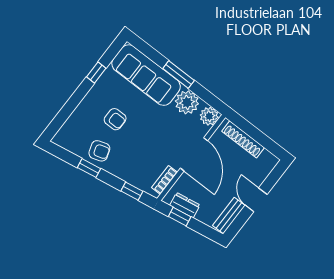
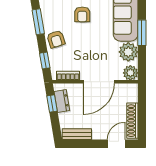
shoe rack: (243, 139) -> (132, 121), moved
armchair: (99, 151) -> (56, 39), moved
window: (89, 168) -> (38, 22), width x1.50
door: (256, 200) -> (116, 144), moved

